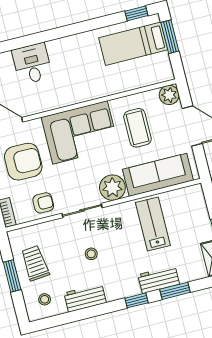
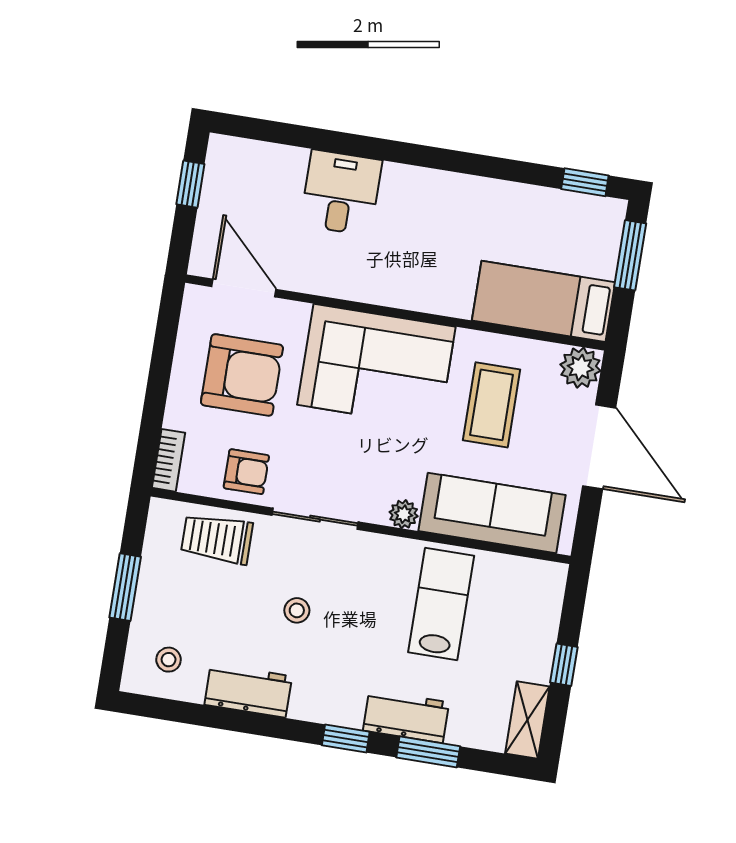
bed: (133, 44) -> (543, 301), moved
plant: (112, 188) -> (404, 514), width x0.53, depth x0.53
trolley: (35, 263) -> (217, 539), moved, turned -85

